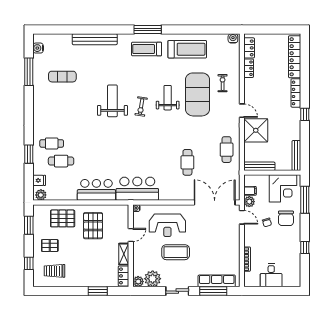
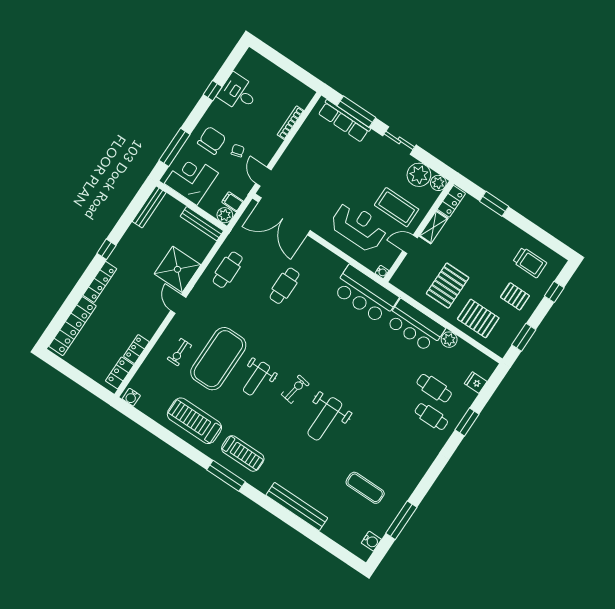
plant: (41, 195) -> (449, 340), moved
plant: (249, 202) -> (225, 215), moved
coffee table: (176, 252) -> (397, 207), moved
desk: (271, 275) -> (238, 93), moved, turned -90

